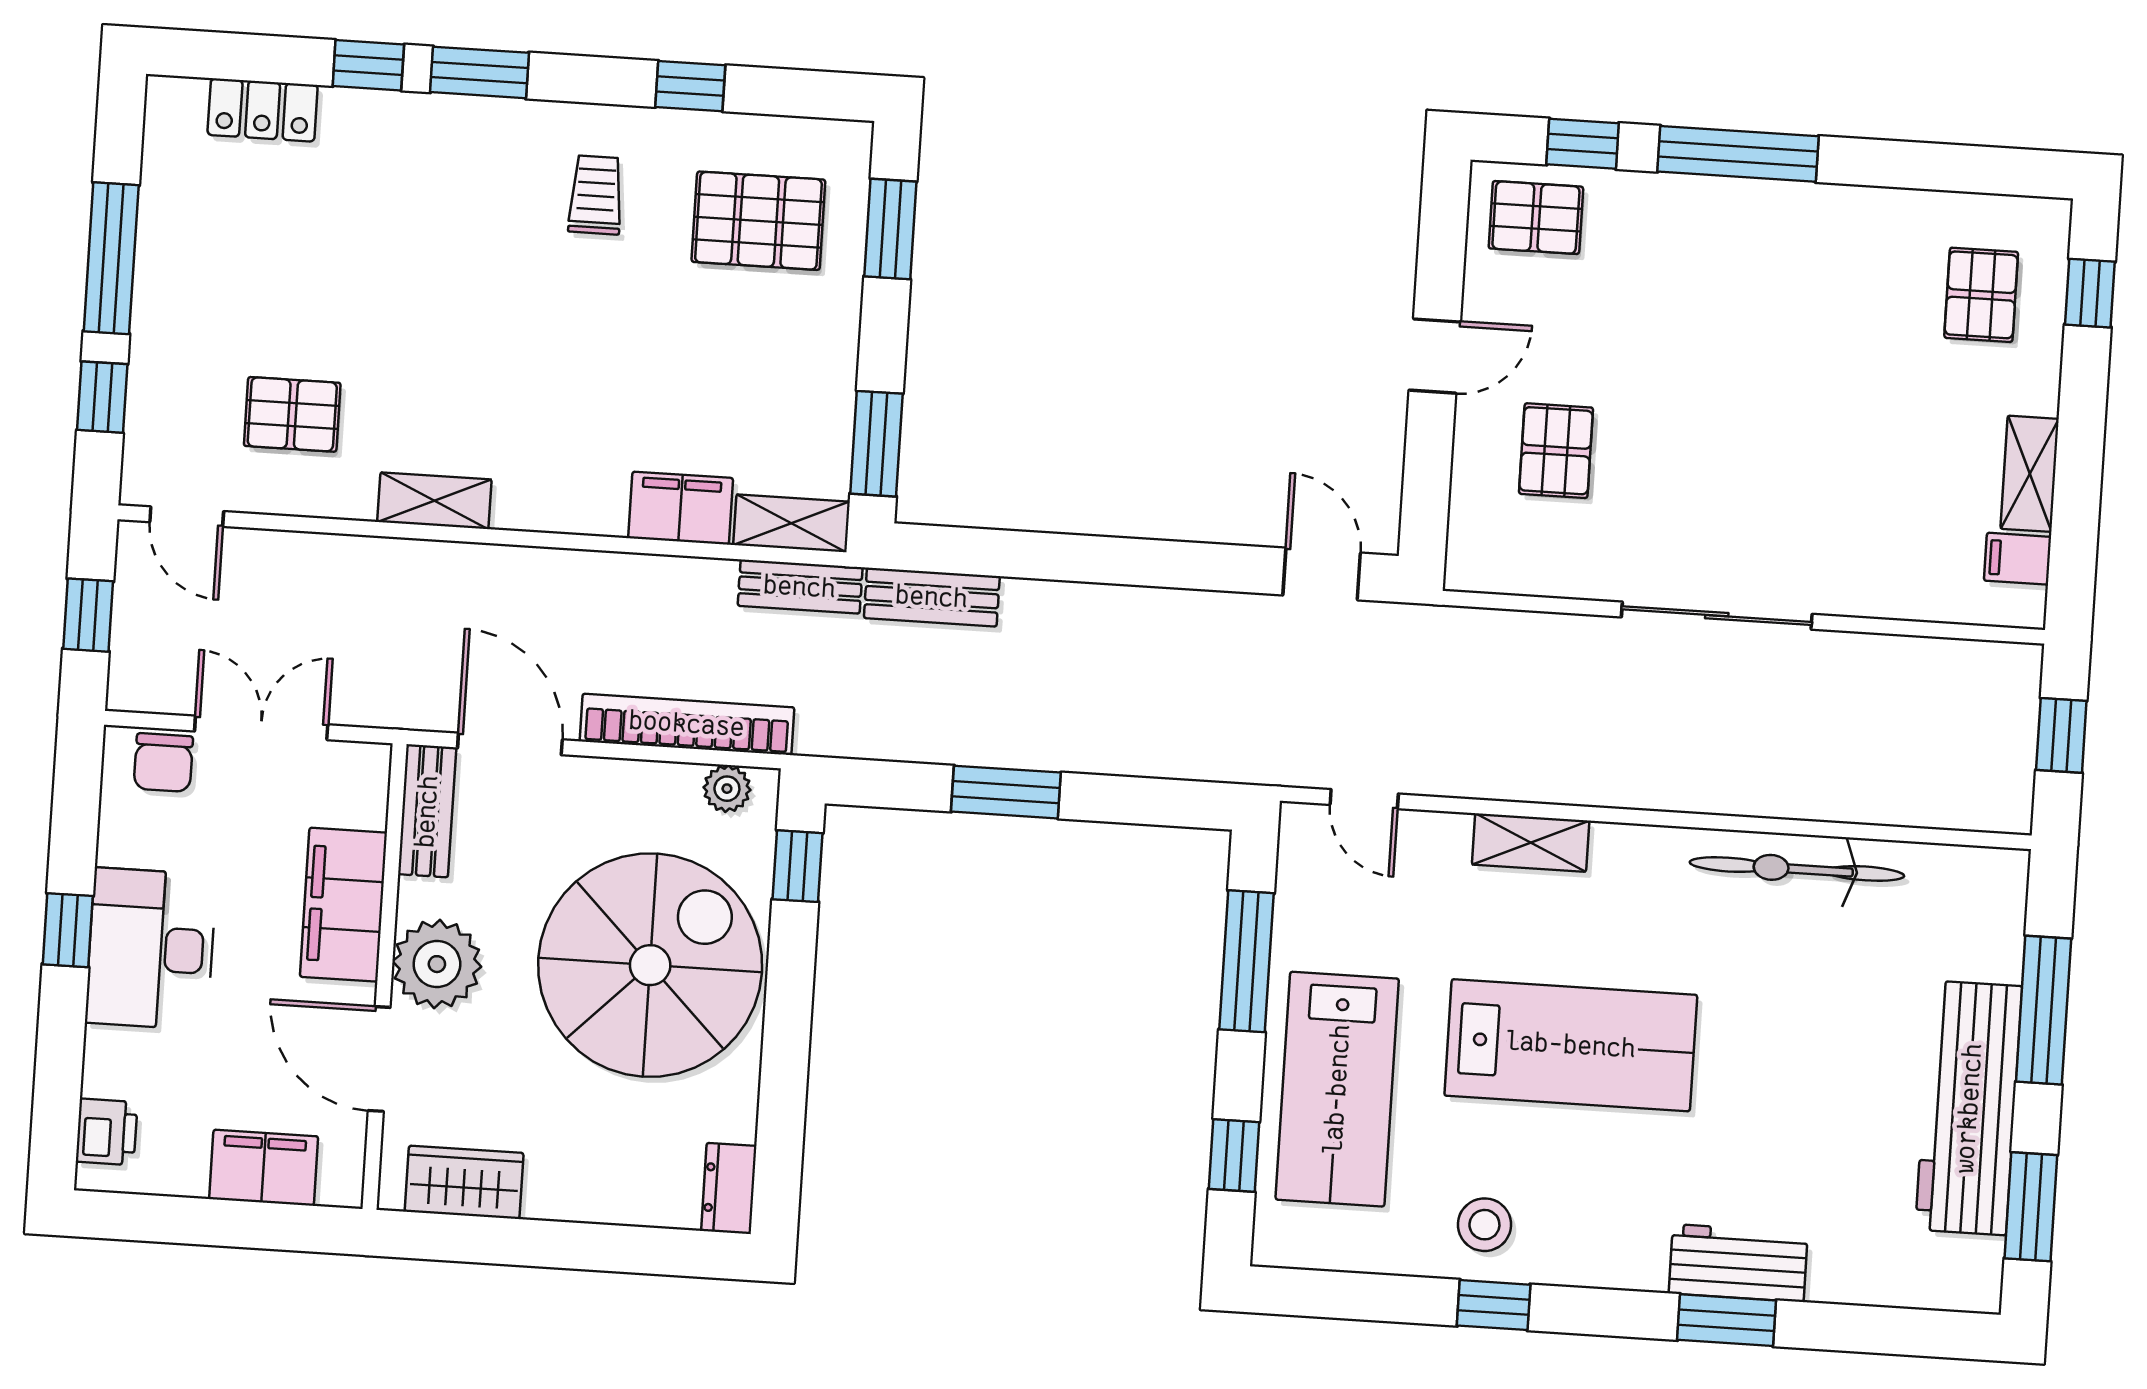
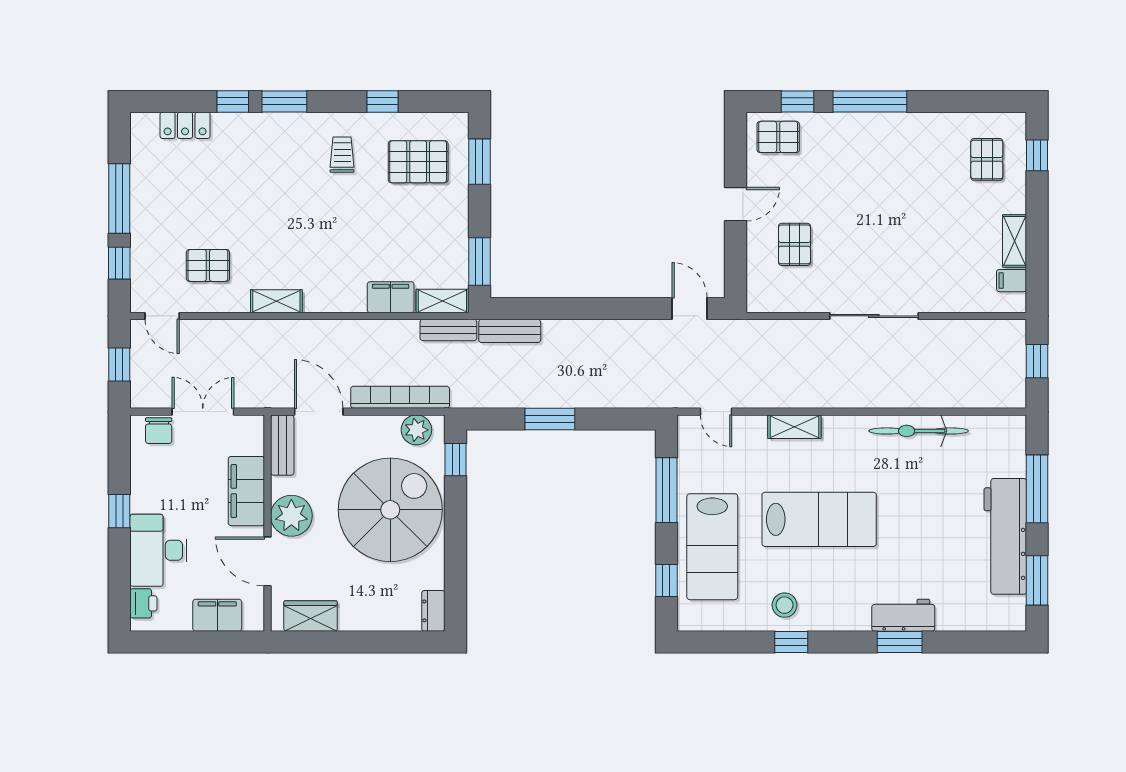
plant: (727, 789) -> (416, 430), width x1.38, depth x1.38
desk: (151, 949) -> (158, 550), moved

